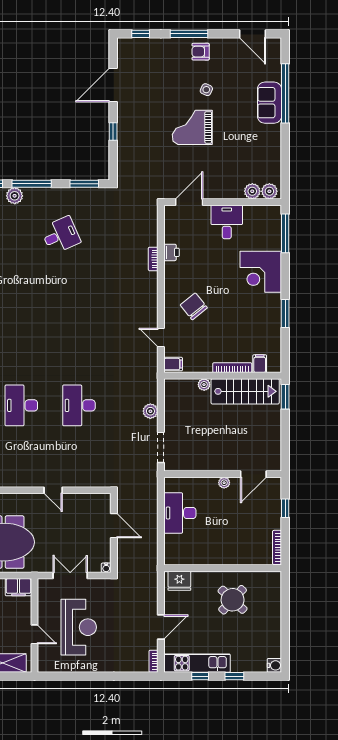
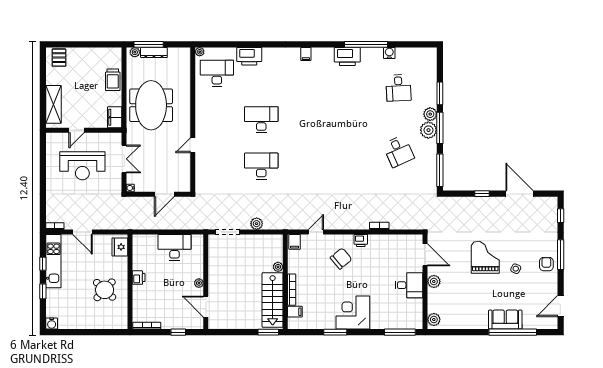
window: (84, 184) -> (440, 170), width x1.44
plant: (252, 191) -> (434, 281), moved
plant: (34, 198) -> (428, 130), added
printer: (171, 252) -> (361, 241), moved
corner desk: (261, 272) -> (353, 313), moved
printer: (217, 557) -> (139, 278), added

